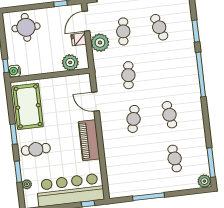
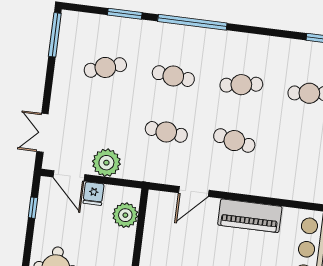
cafe table: (123, 31) -> (173, 76), moved

